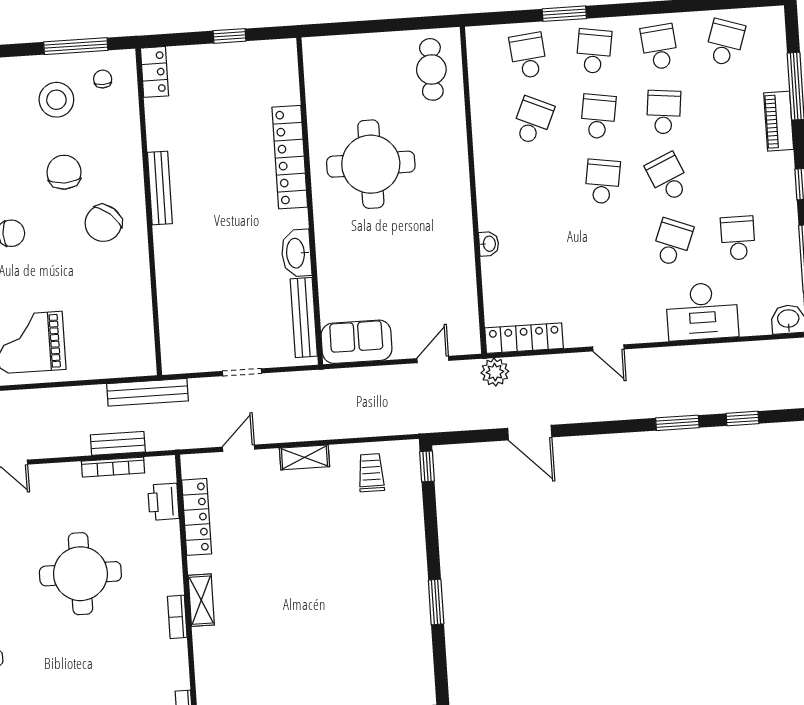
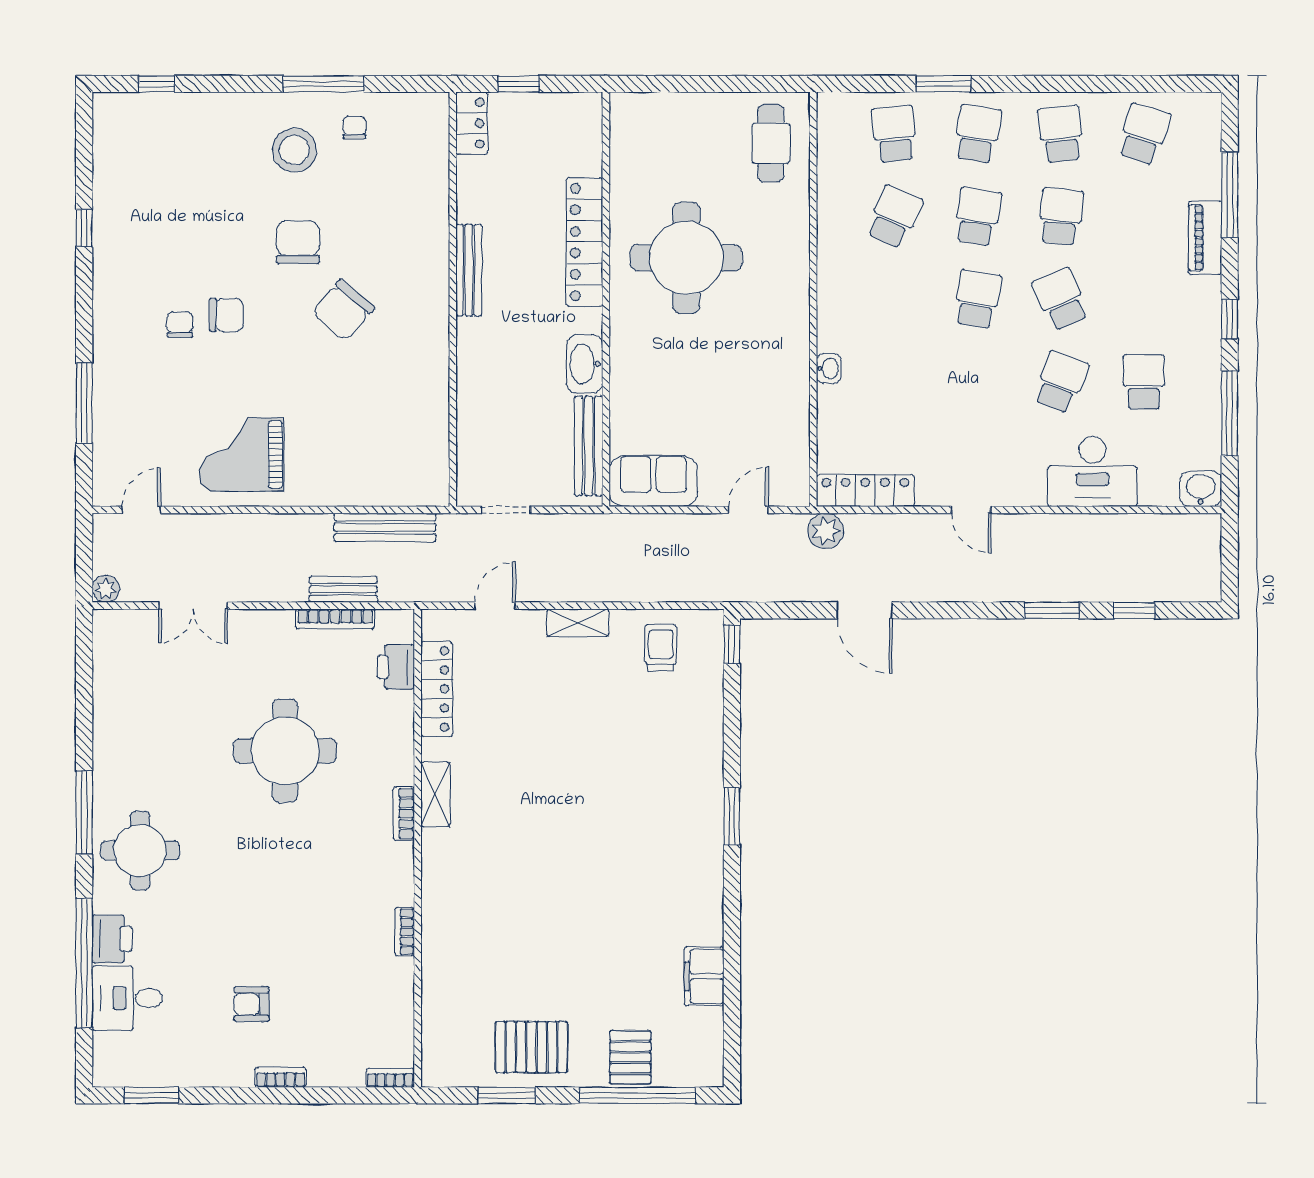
locker: (154, 72) -> (472, 123), moved
bench: (160, 188) -> (469, 270), moved
wall: (149, 212) -> (453, 299), moved

